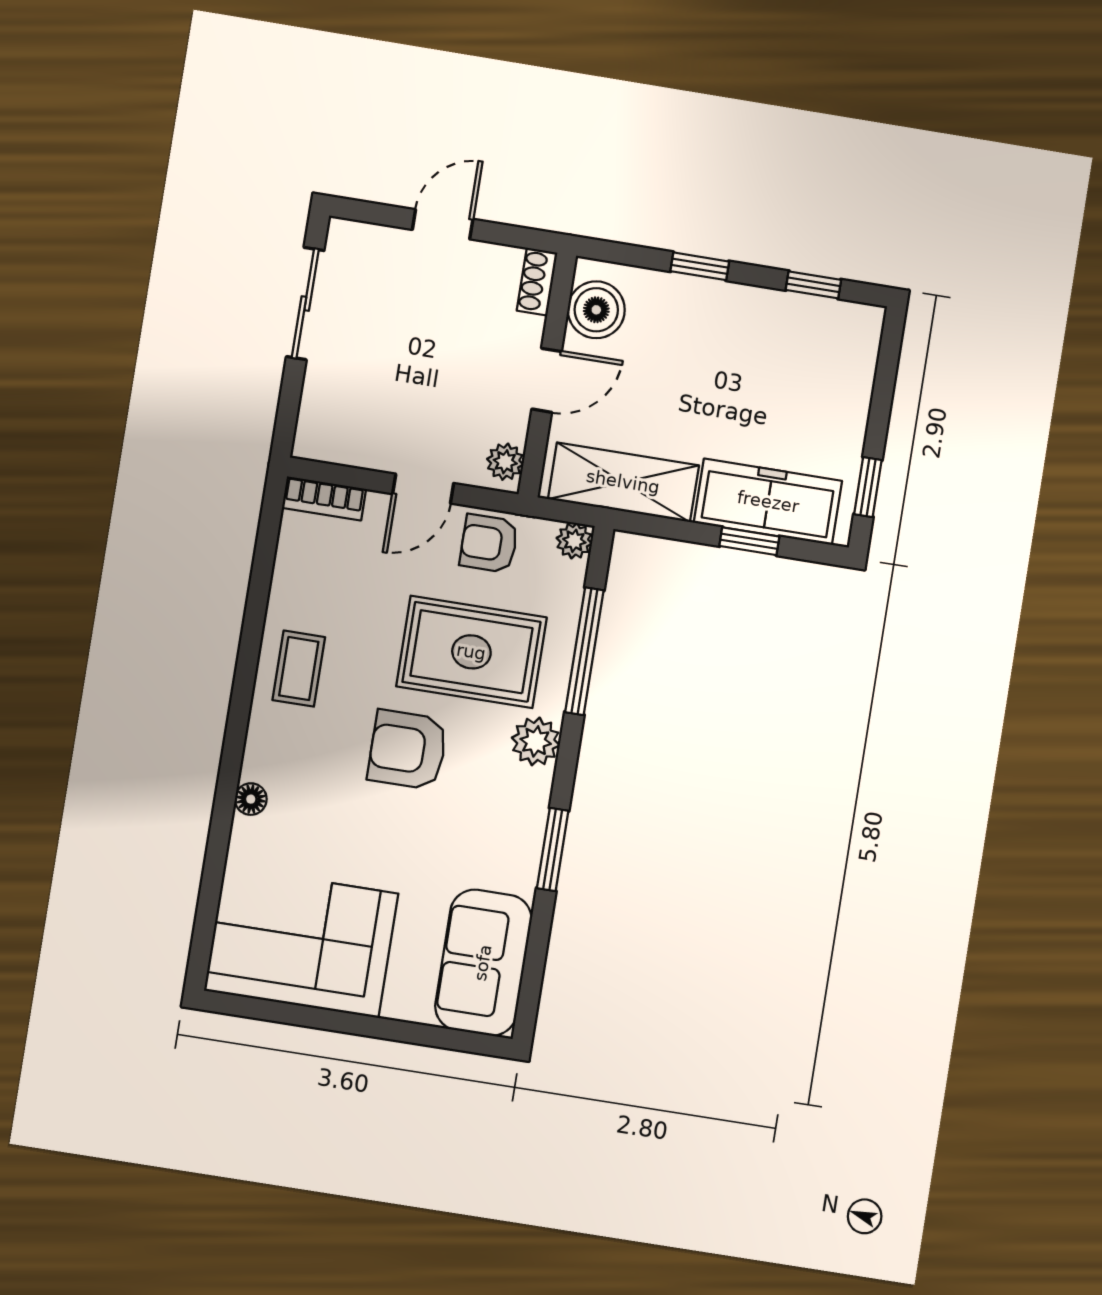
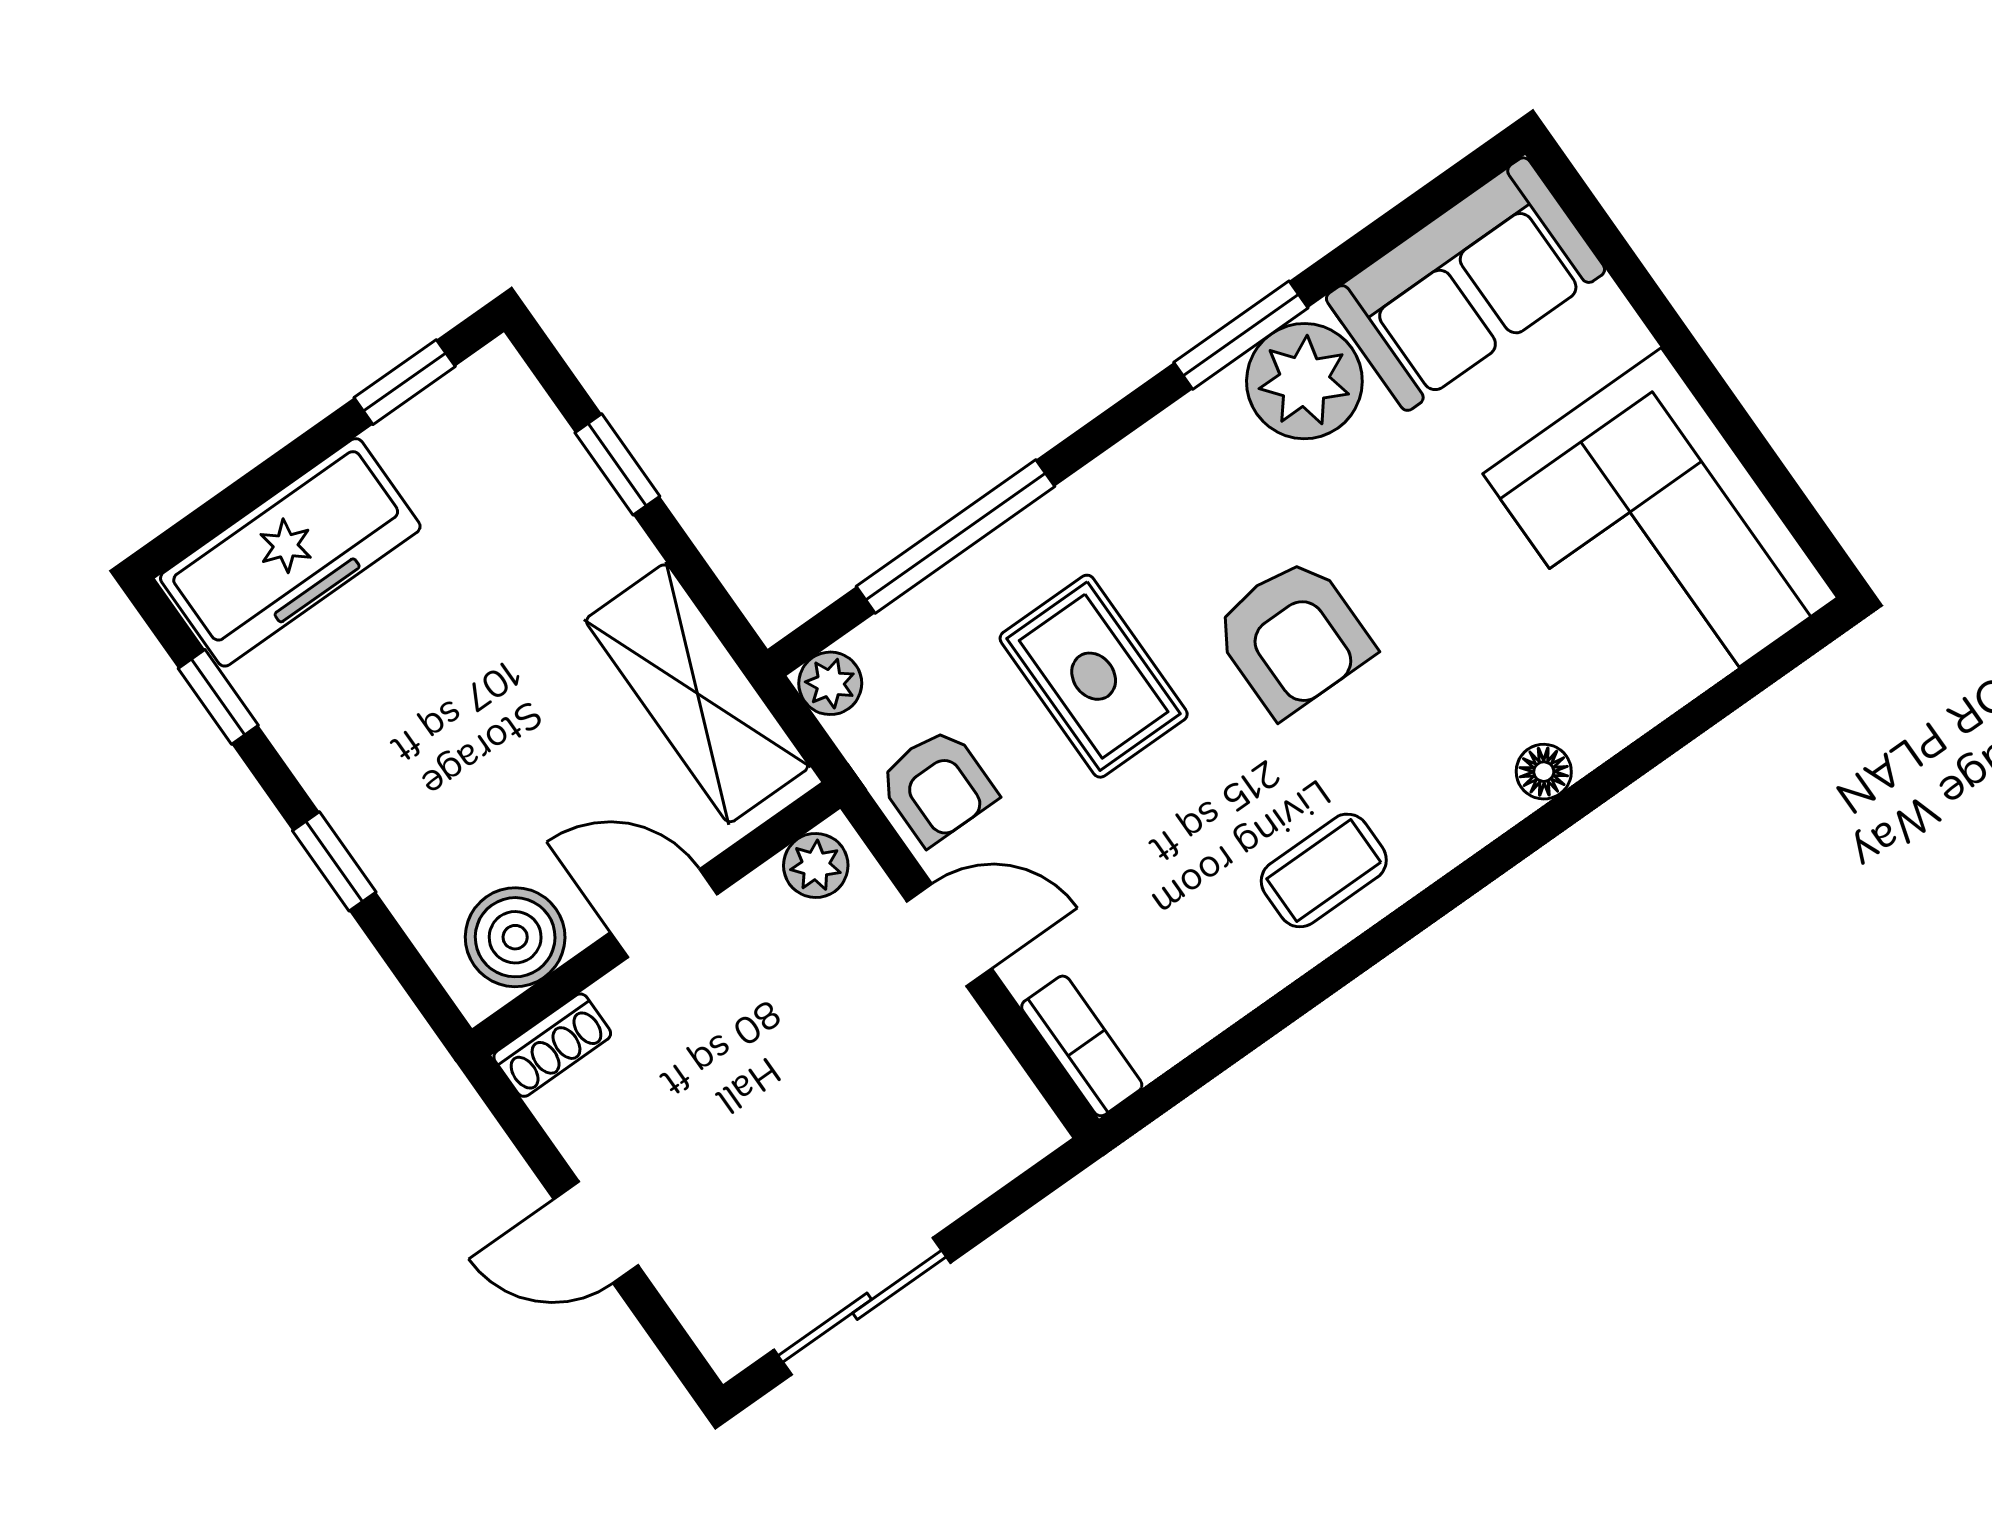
freezer: (768, 502) -> (290, 552), moved, turned -90
rug: (471, 652) -> (1094, 676), width x0.73, depth x0.70
plant: (536, 741) -> (1304, 381), moved, width x1.36, depth x1.36

